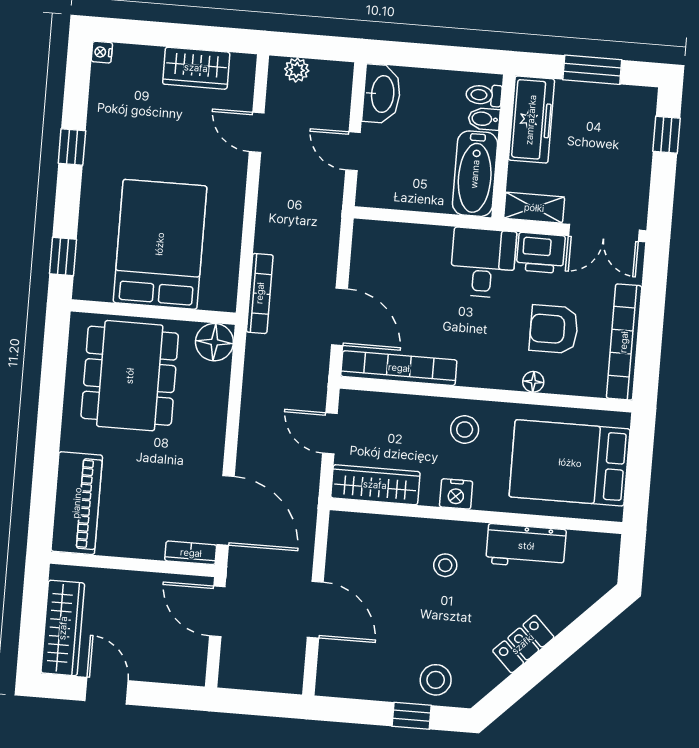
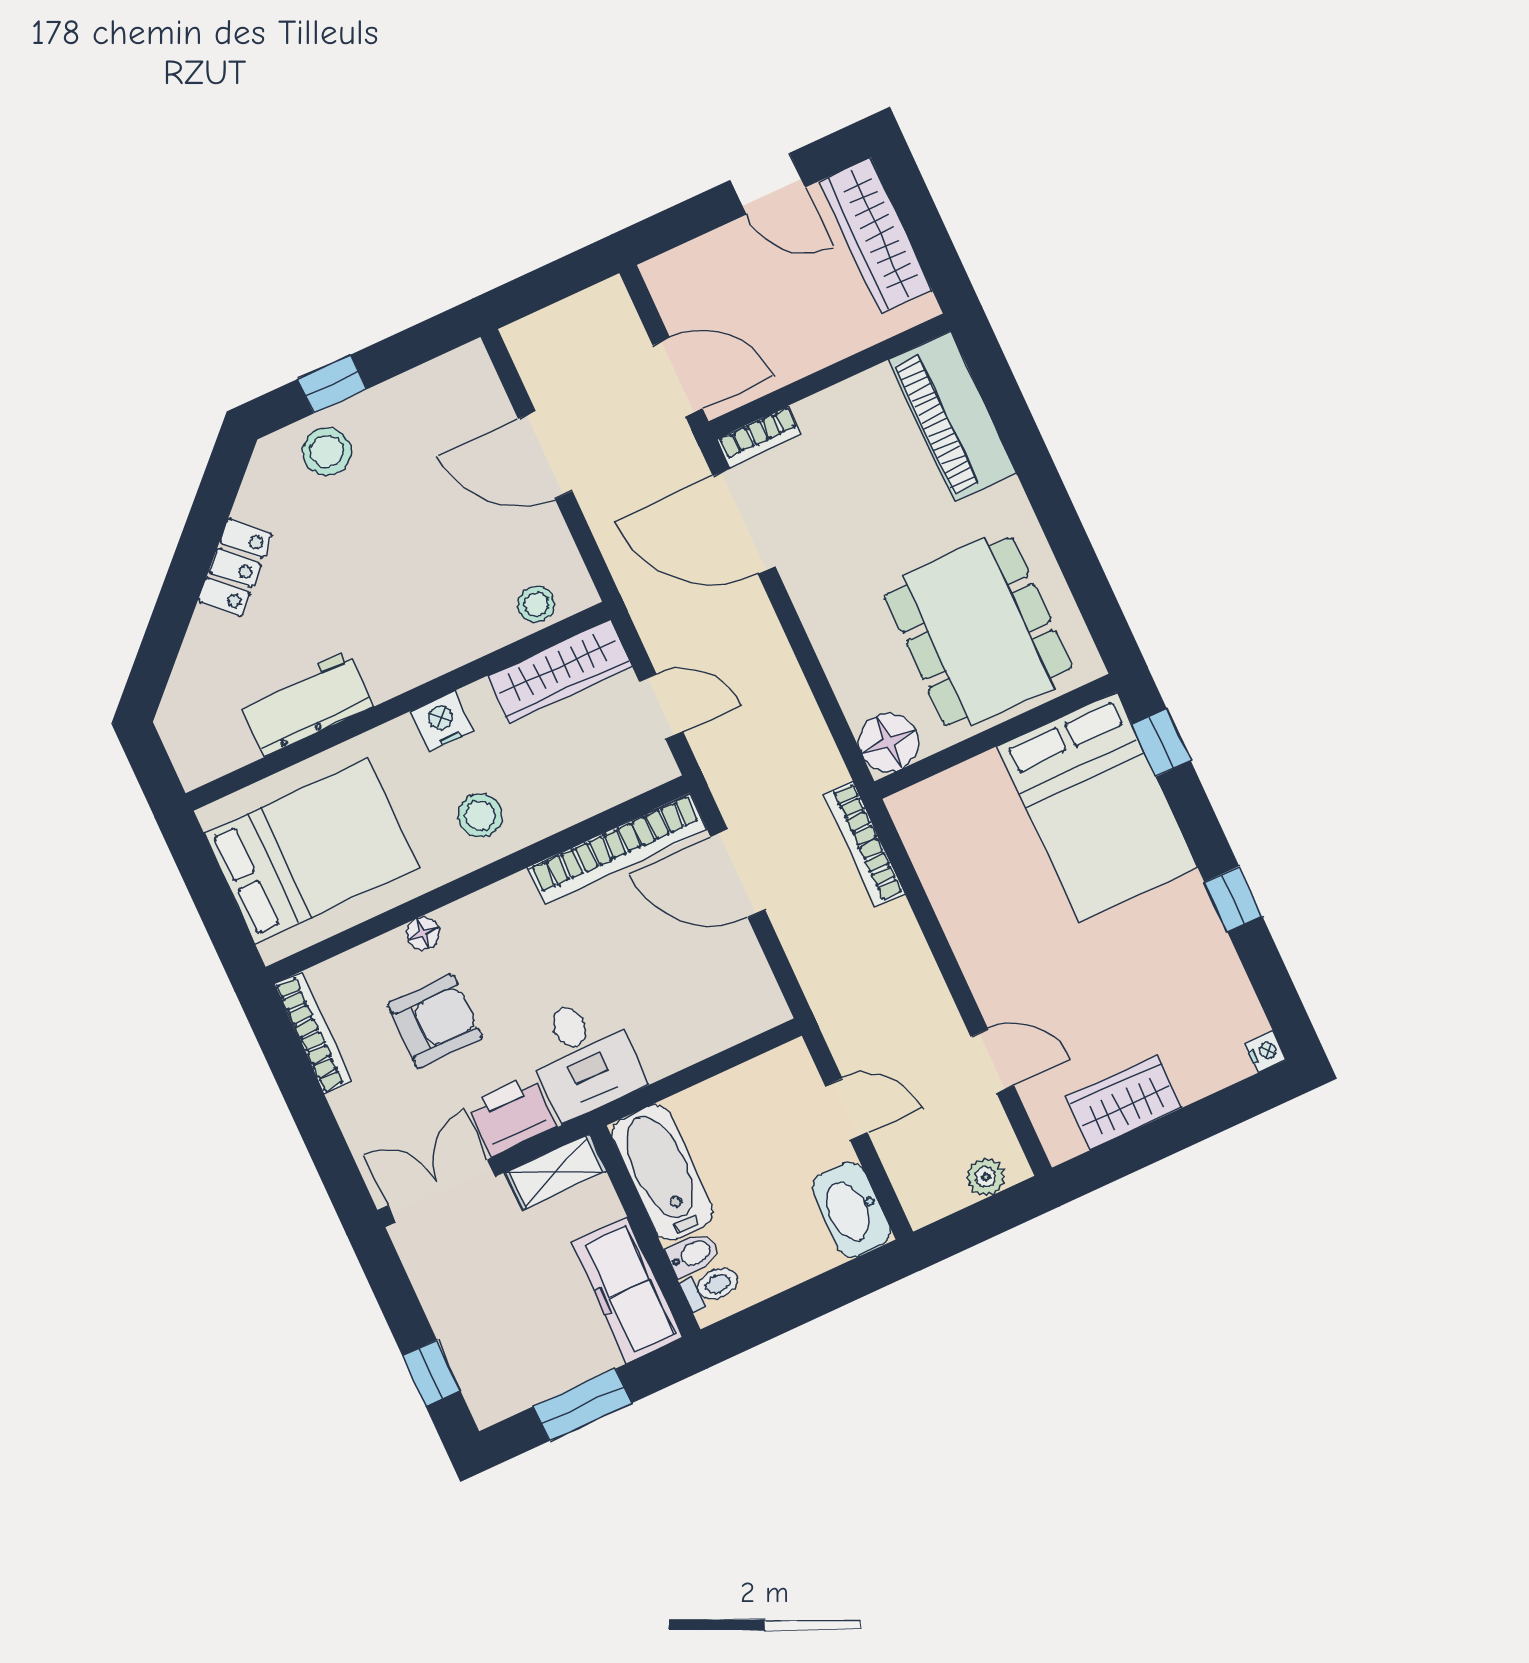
bed: (160, 244) -> (1098, 807), moved
bookcase: (624, 342) -> (313, 1033), width x0.68, depth x0.76
stool: (445, 565) -> (536, 604), moved

